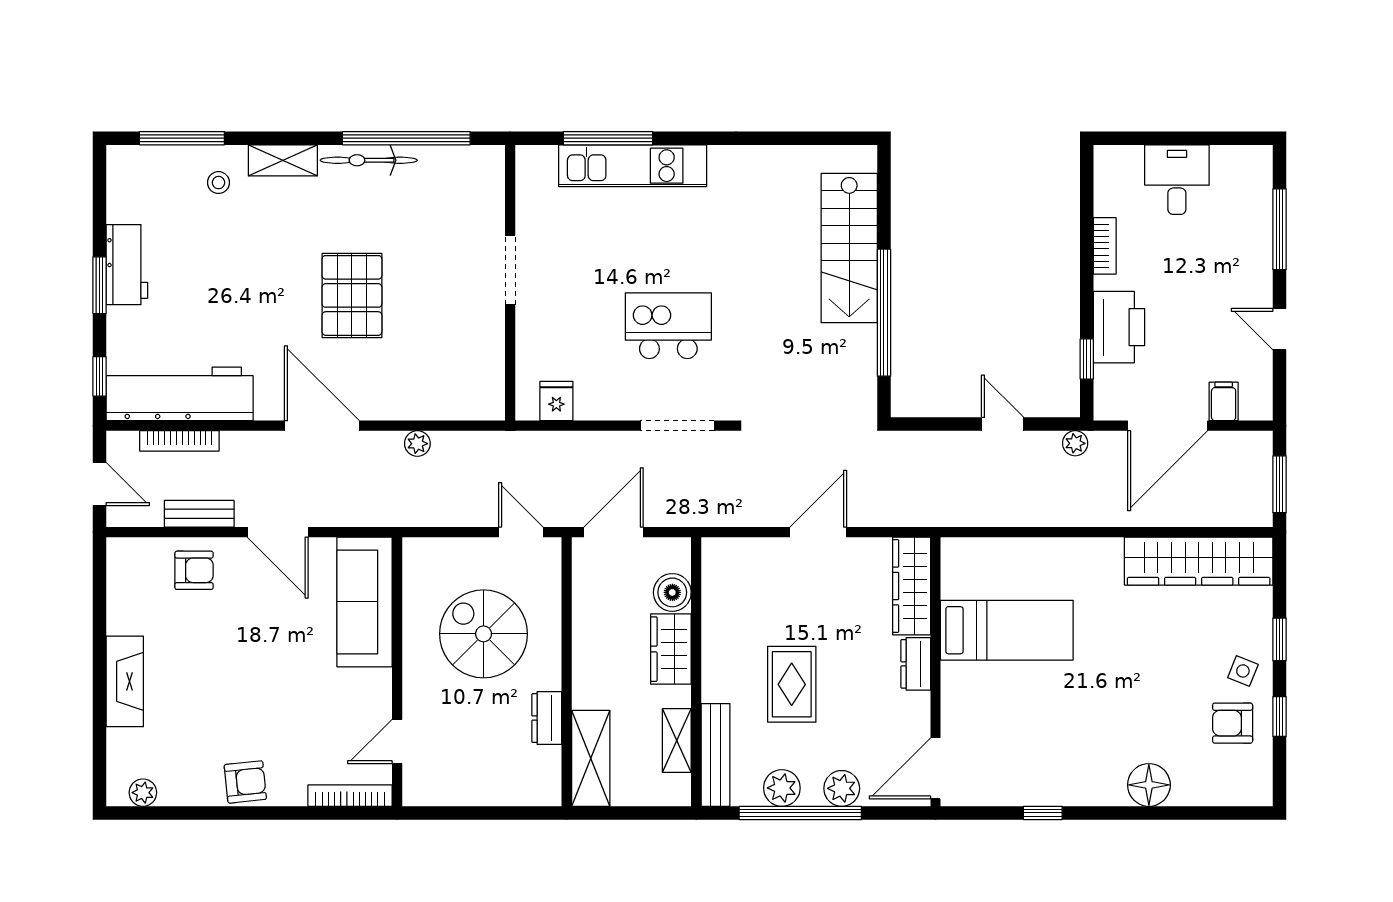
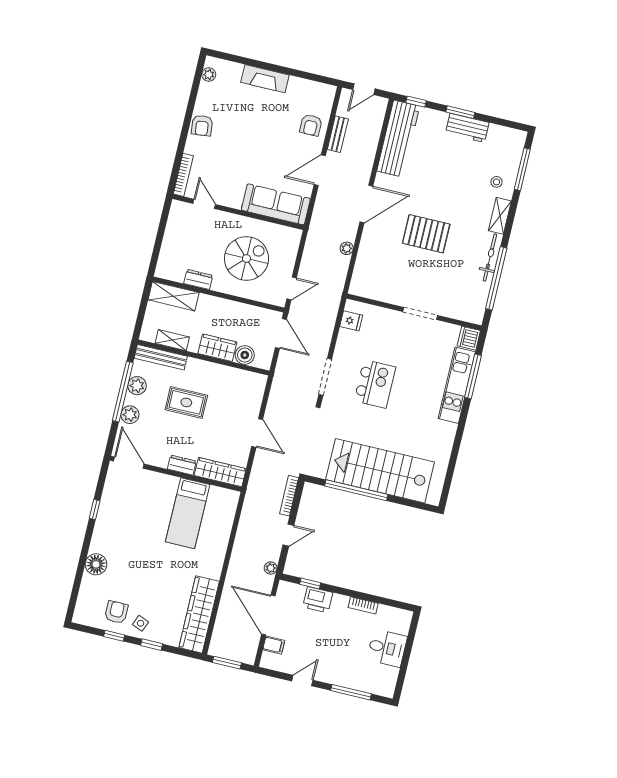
dishwasher: (536, 164) -> (469, 338), added
stairs: (849, 248) -> (380, 471), width x1.36, depth x1.51
printer: (1119, 327) -> (318, 600), width x0.73, depth x0.84
bookcase: (179, 441) -> (289, 496), moved

